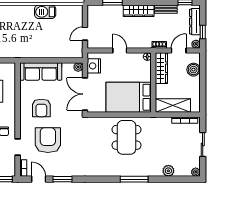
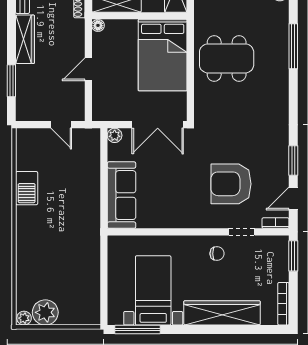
nightstand: (94, 66) -> (113, 111), removed
armchair: (41, 108) -> (180, 194), removed

